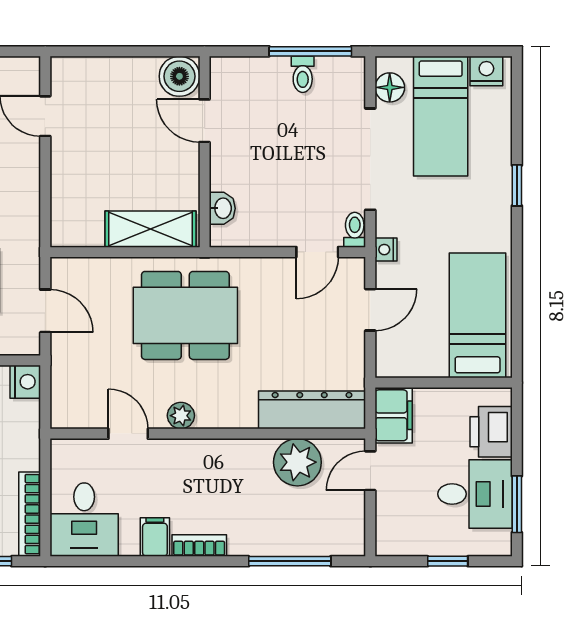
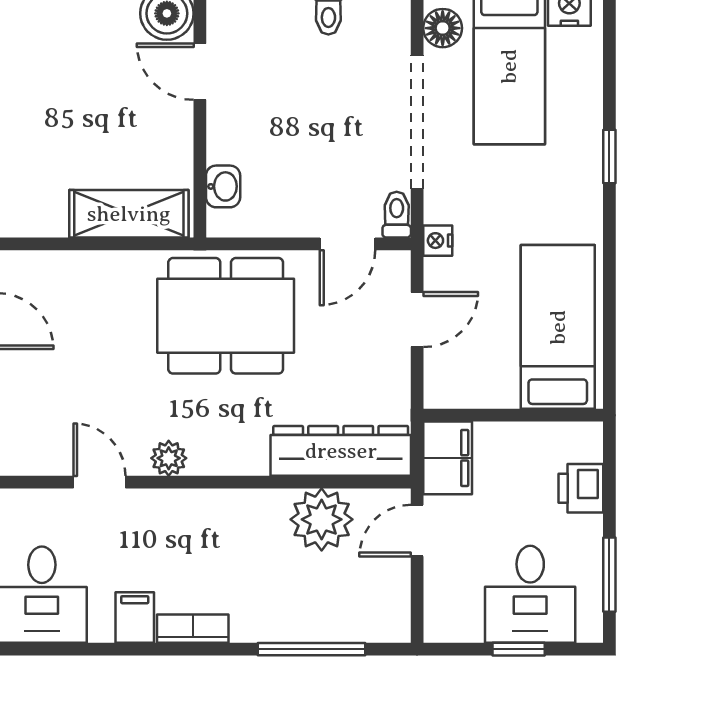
dining table: (185, 315) -> (226, 316), moved
printer: (491, 432) -> (581, 488), width x0.73, depth x0.81
desk: (475, 494) -> (530, 594), moved, turned 90

